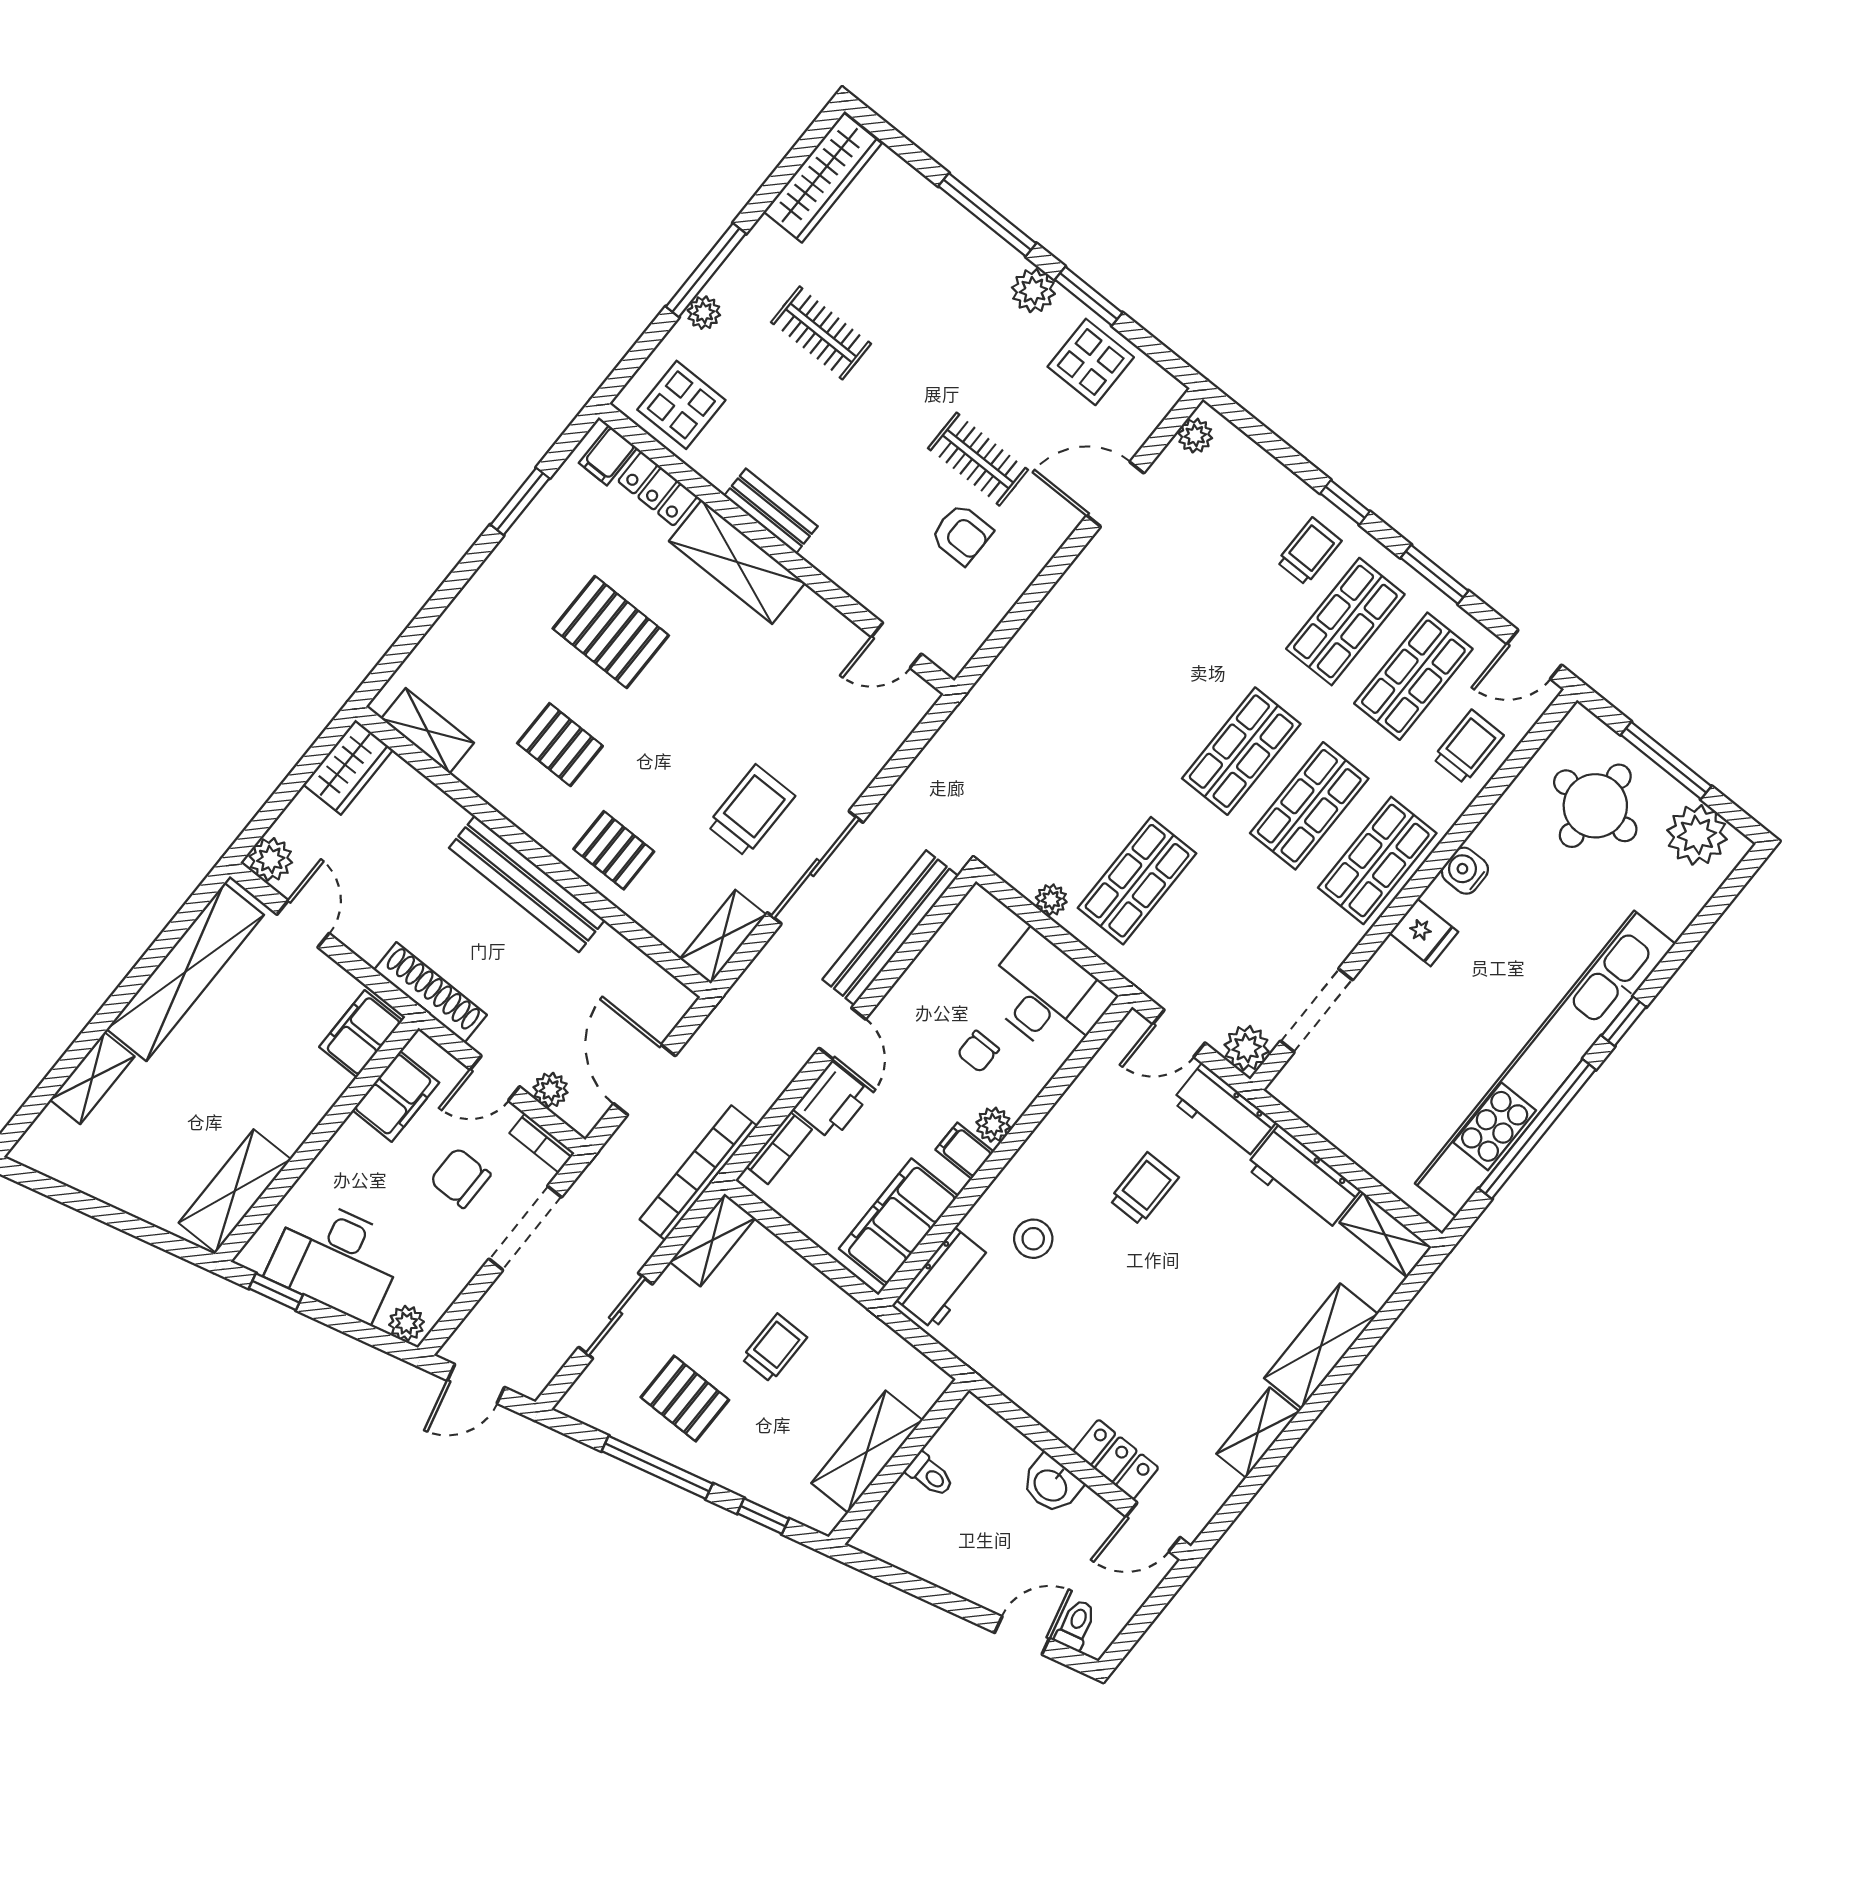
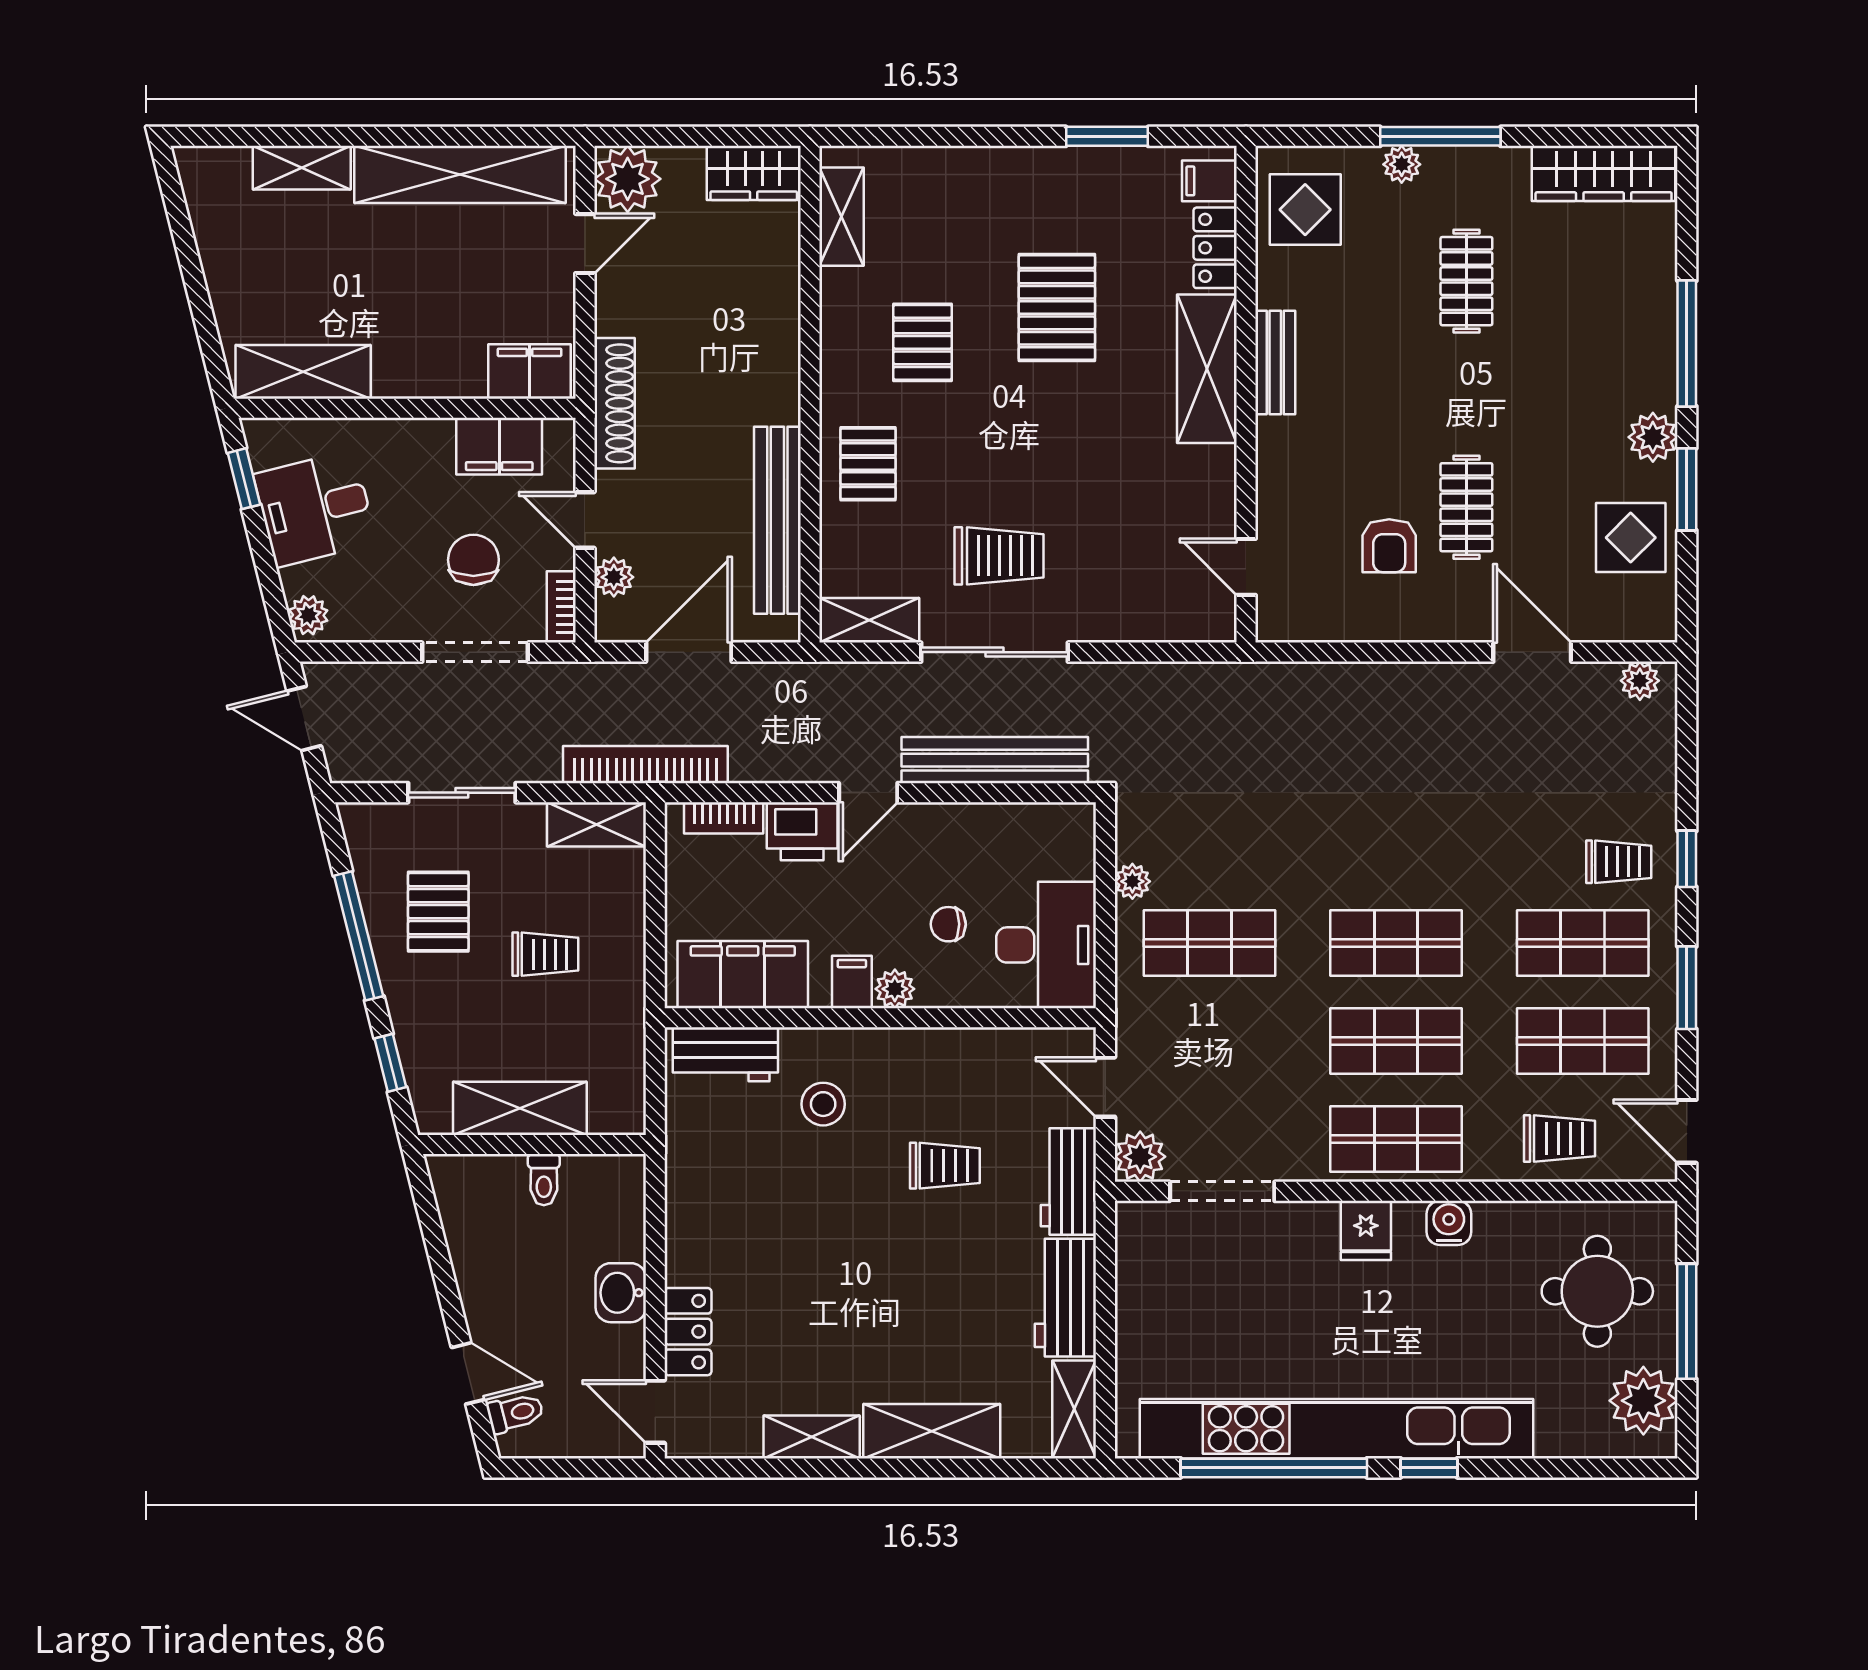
plant: (271, 859) -> (628, 179), width x1.36, depth x1.36
bench: (527, 884) -> (777, 520), moved
desk: (336, 1259) -> (315, 509), width x0.73

